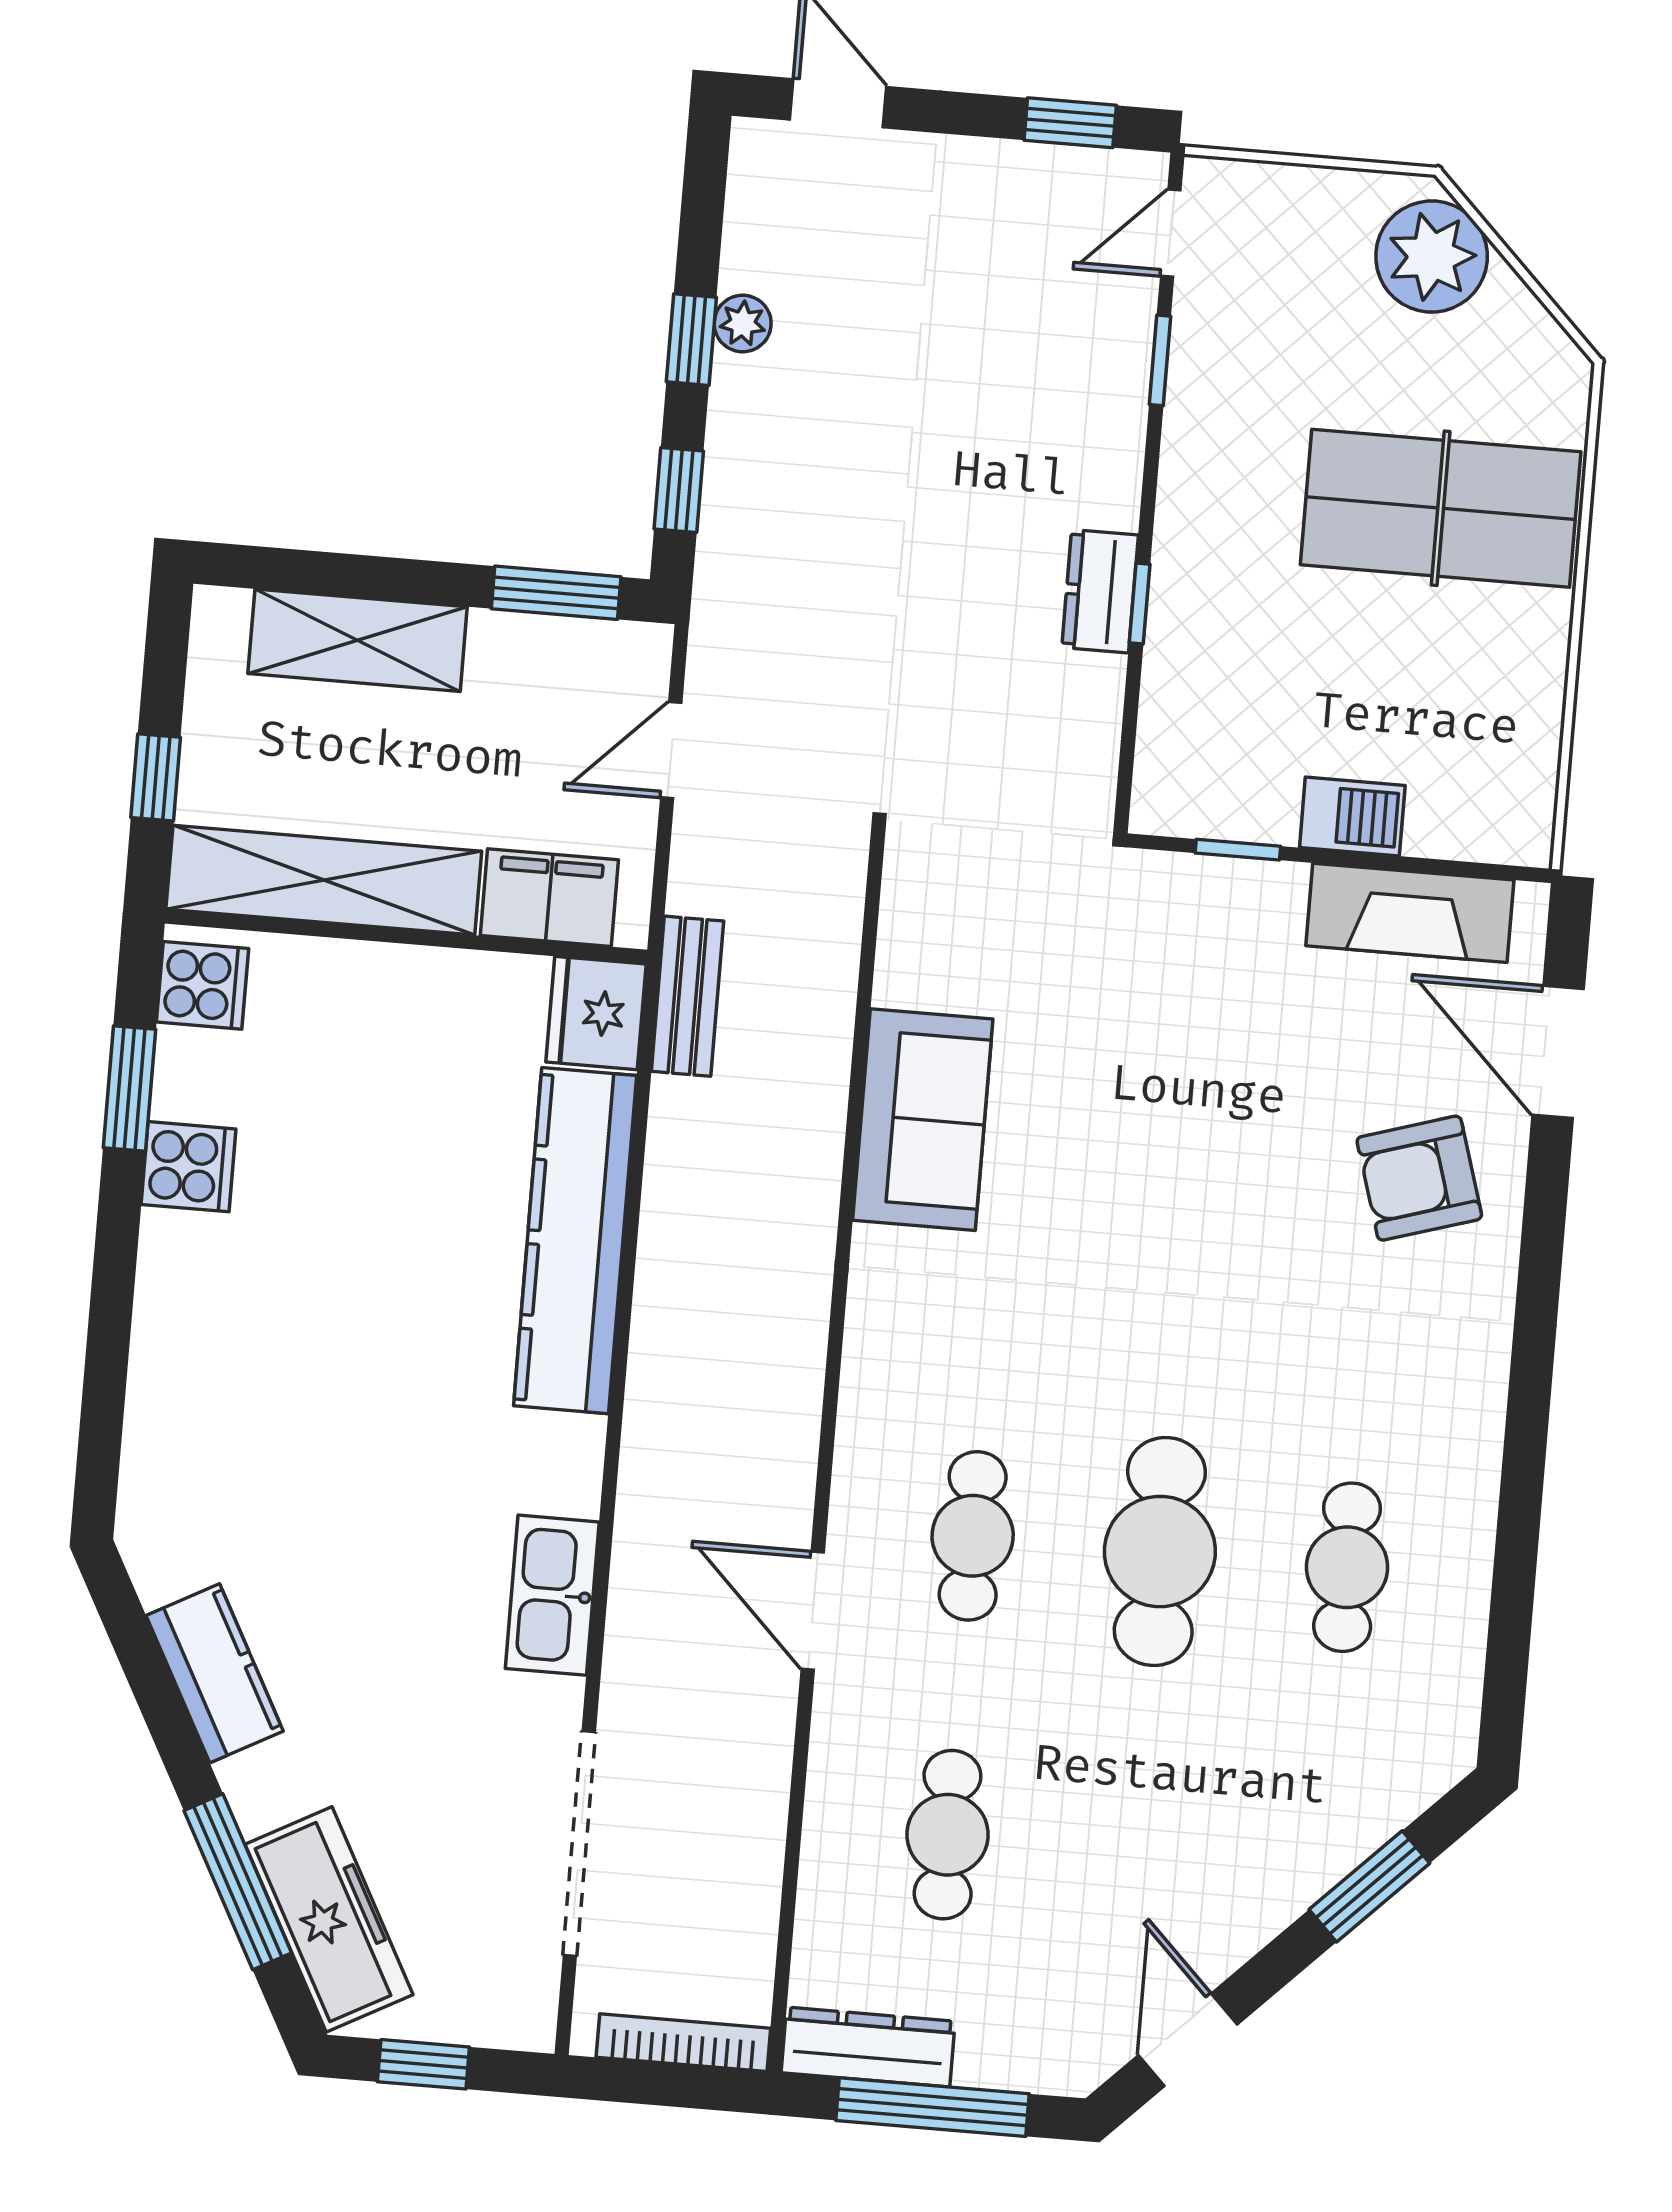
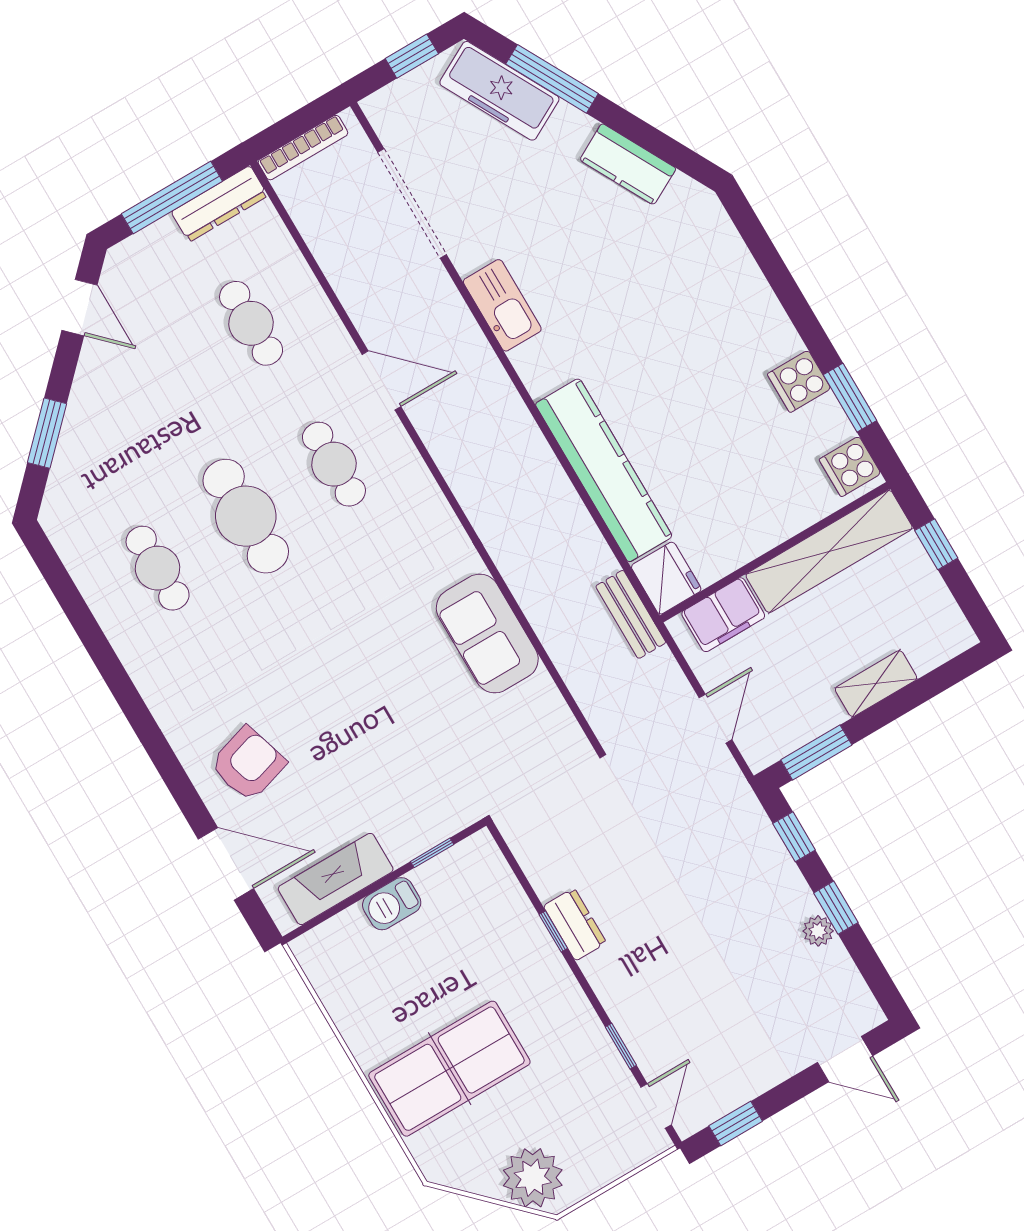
shelving: (358, 640) -> (876, 684), width x0.67, depth x0.75

